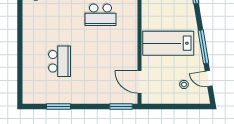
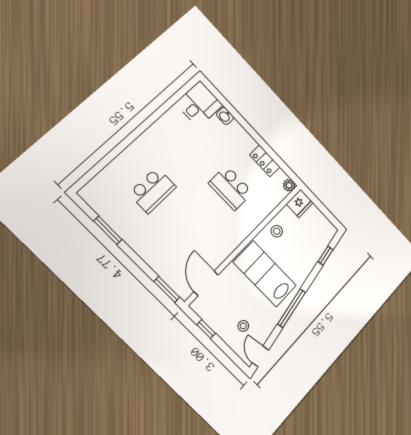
stool: (151, 12) -> (277, 231), added
door: (209, 79) -> (260, 356), moved
window: (164, 107) -> (206, 329), added

